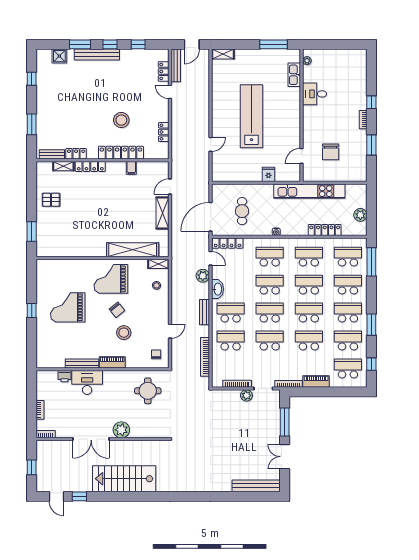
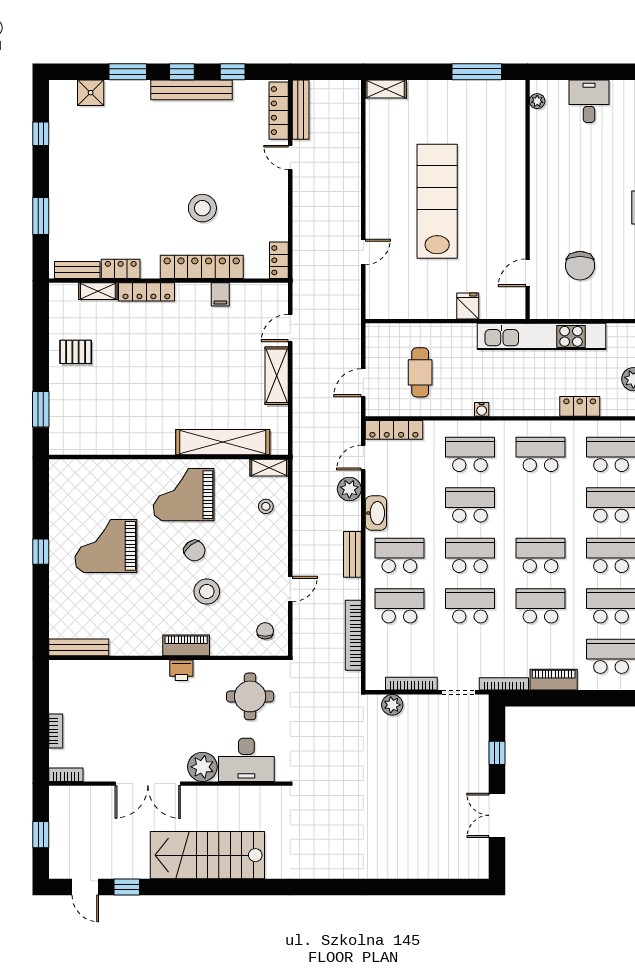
door: (192, 44) -> (329, 72), removed
bench: (97, 54) -> (192, 90), moved
locker: (164, 71) -> (279, 111), width x1.53
kitchen sink: (294, 75) -> (514, 126), removed
desk: (315, 94) -> (589, 101), moved, turned 90
locker: (164, 132) -> (279, 260), moved
door: (211, 217) -> (363, 383), width x0.53
locker: (325, 230) -> (580, 406), width x0.66
door: (211, 258) -> (363, 458), swing flipped
school desk: (309, 285) -> (540, 505), removed
bench: (82, 364) -> (79, 647), moved
printer: (65, 376) -> (181, 670), moved
desk: (87, 383) -> (246, 760), moved, turned 180
plant: (247, 395) -> (392, 705), moved
window: (285, 422) -> (497, 753), width x0.46
bench: (256, 486) -> (446, 868), removed

